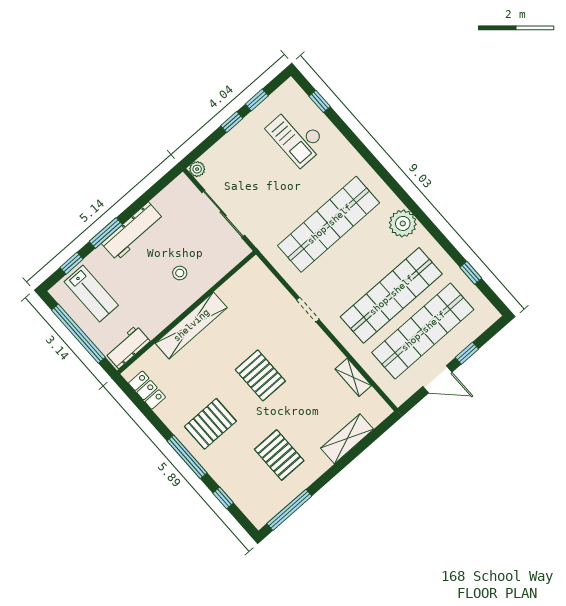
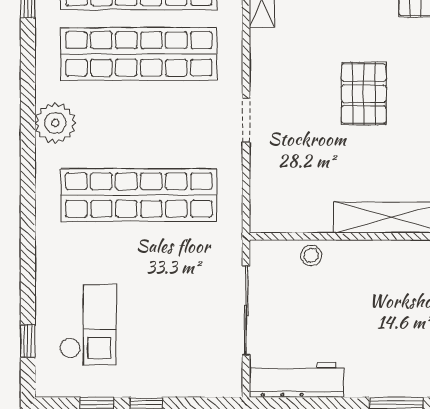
plant: (197, 169) -> (231, 386), removed
workbench: (133, 231) -> (296, 380), moved
stool: (180, 273) -> (311, 255), moved

